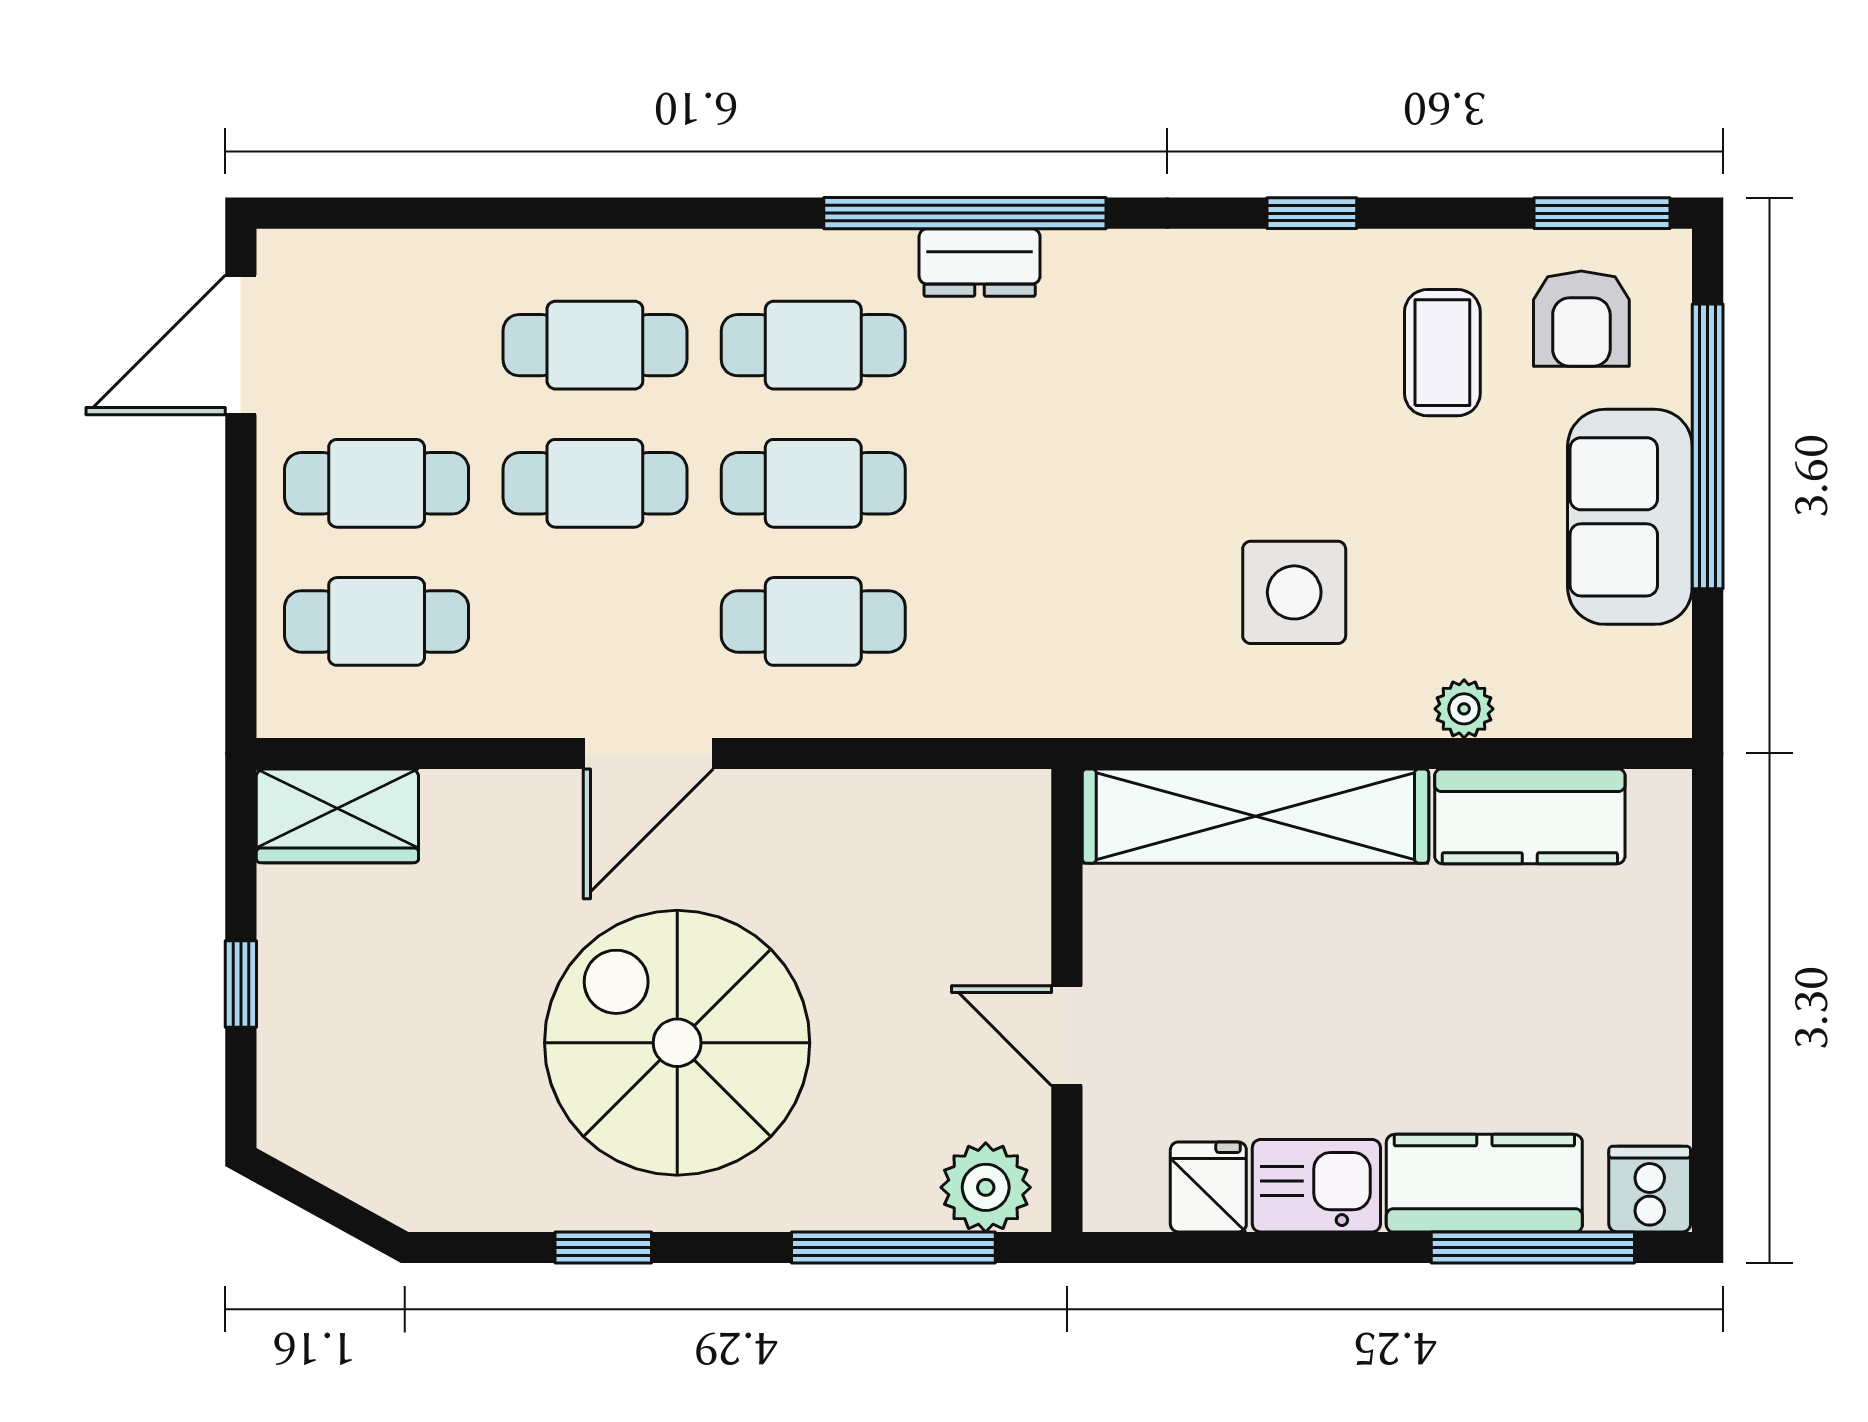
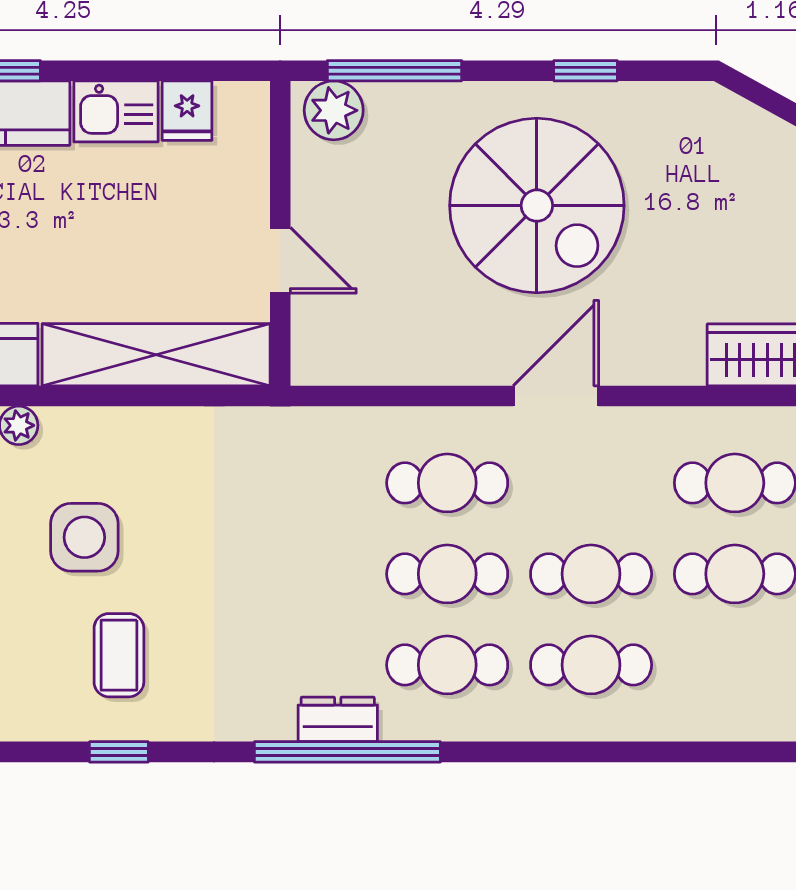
coffee table: (1442, 353) -> (119, 655), moved
side table: (1294, 592) -> (84, 537), moved
door: (1067, 1036) -> (280, 260), moved

